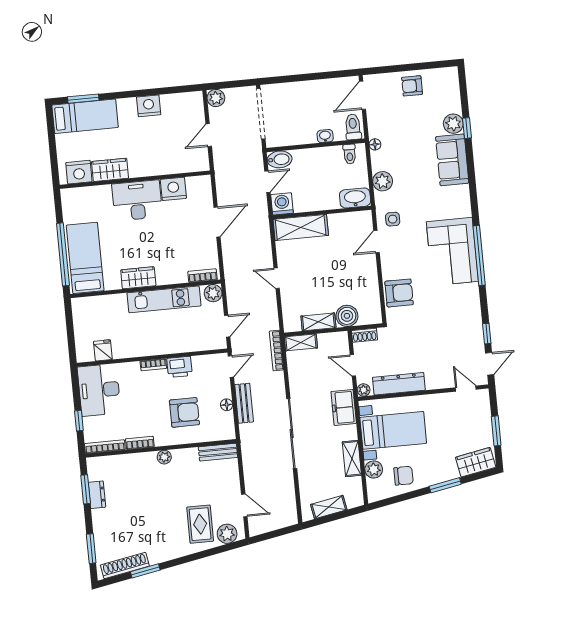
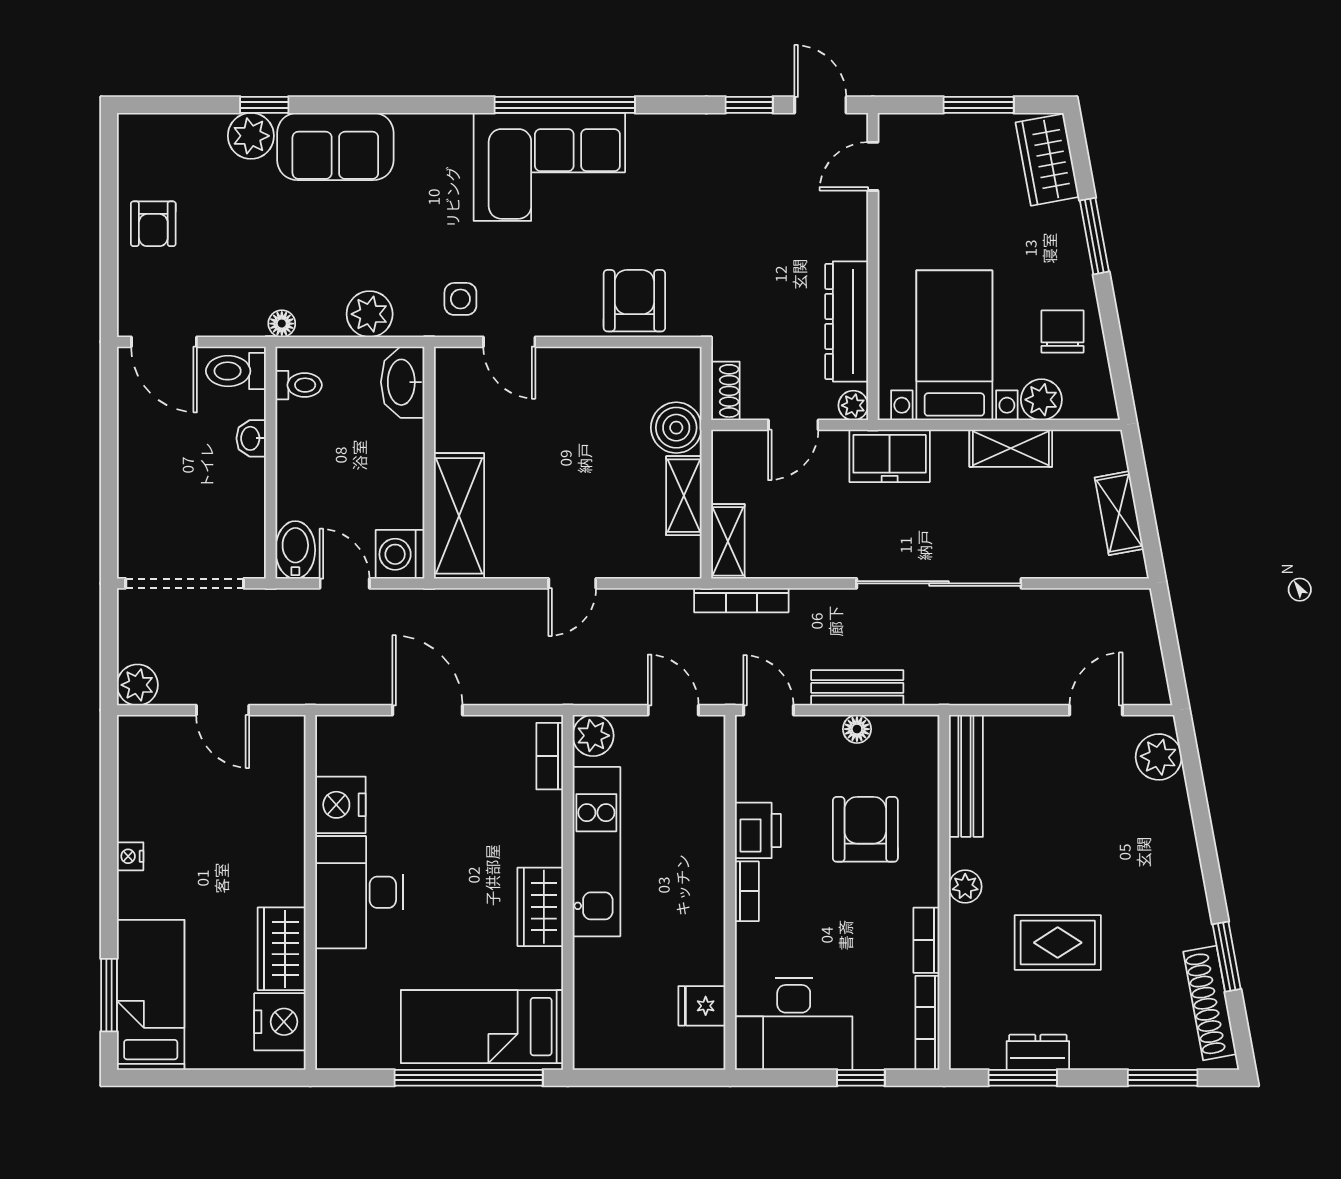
nightstand: (149, 106) -> (130, 856), width x0.53, depth x0.56
bench: (218, 452) -> (966, 776), width x1.36
rug: (200, 524) -> (1058, 943), moved

